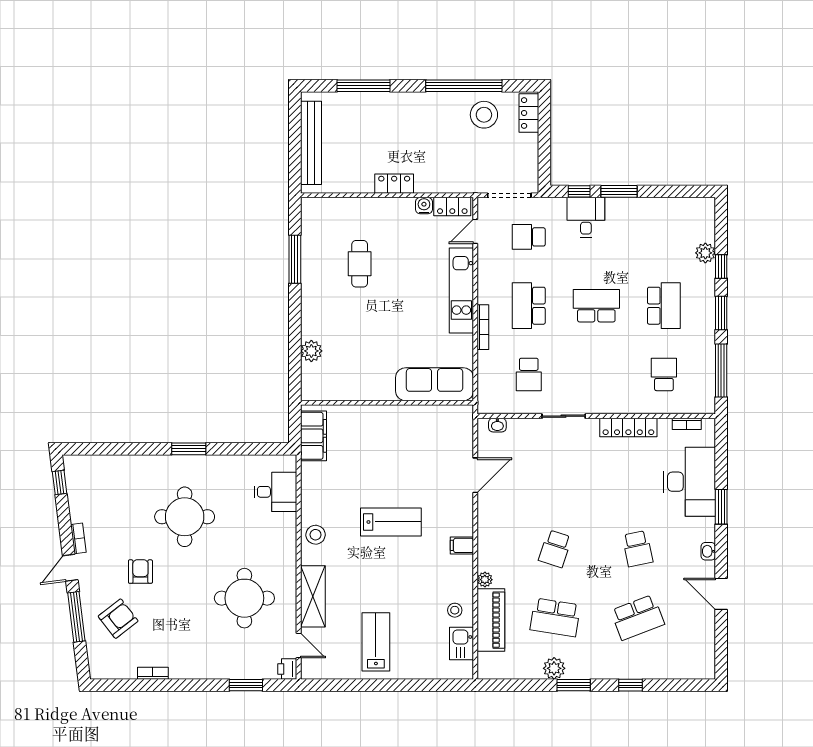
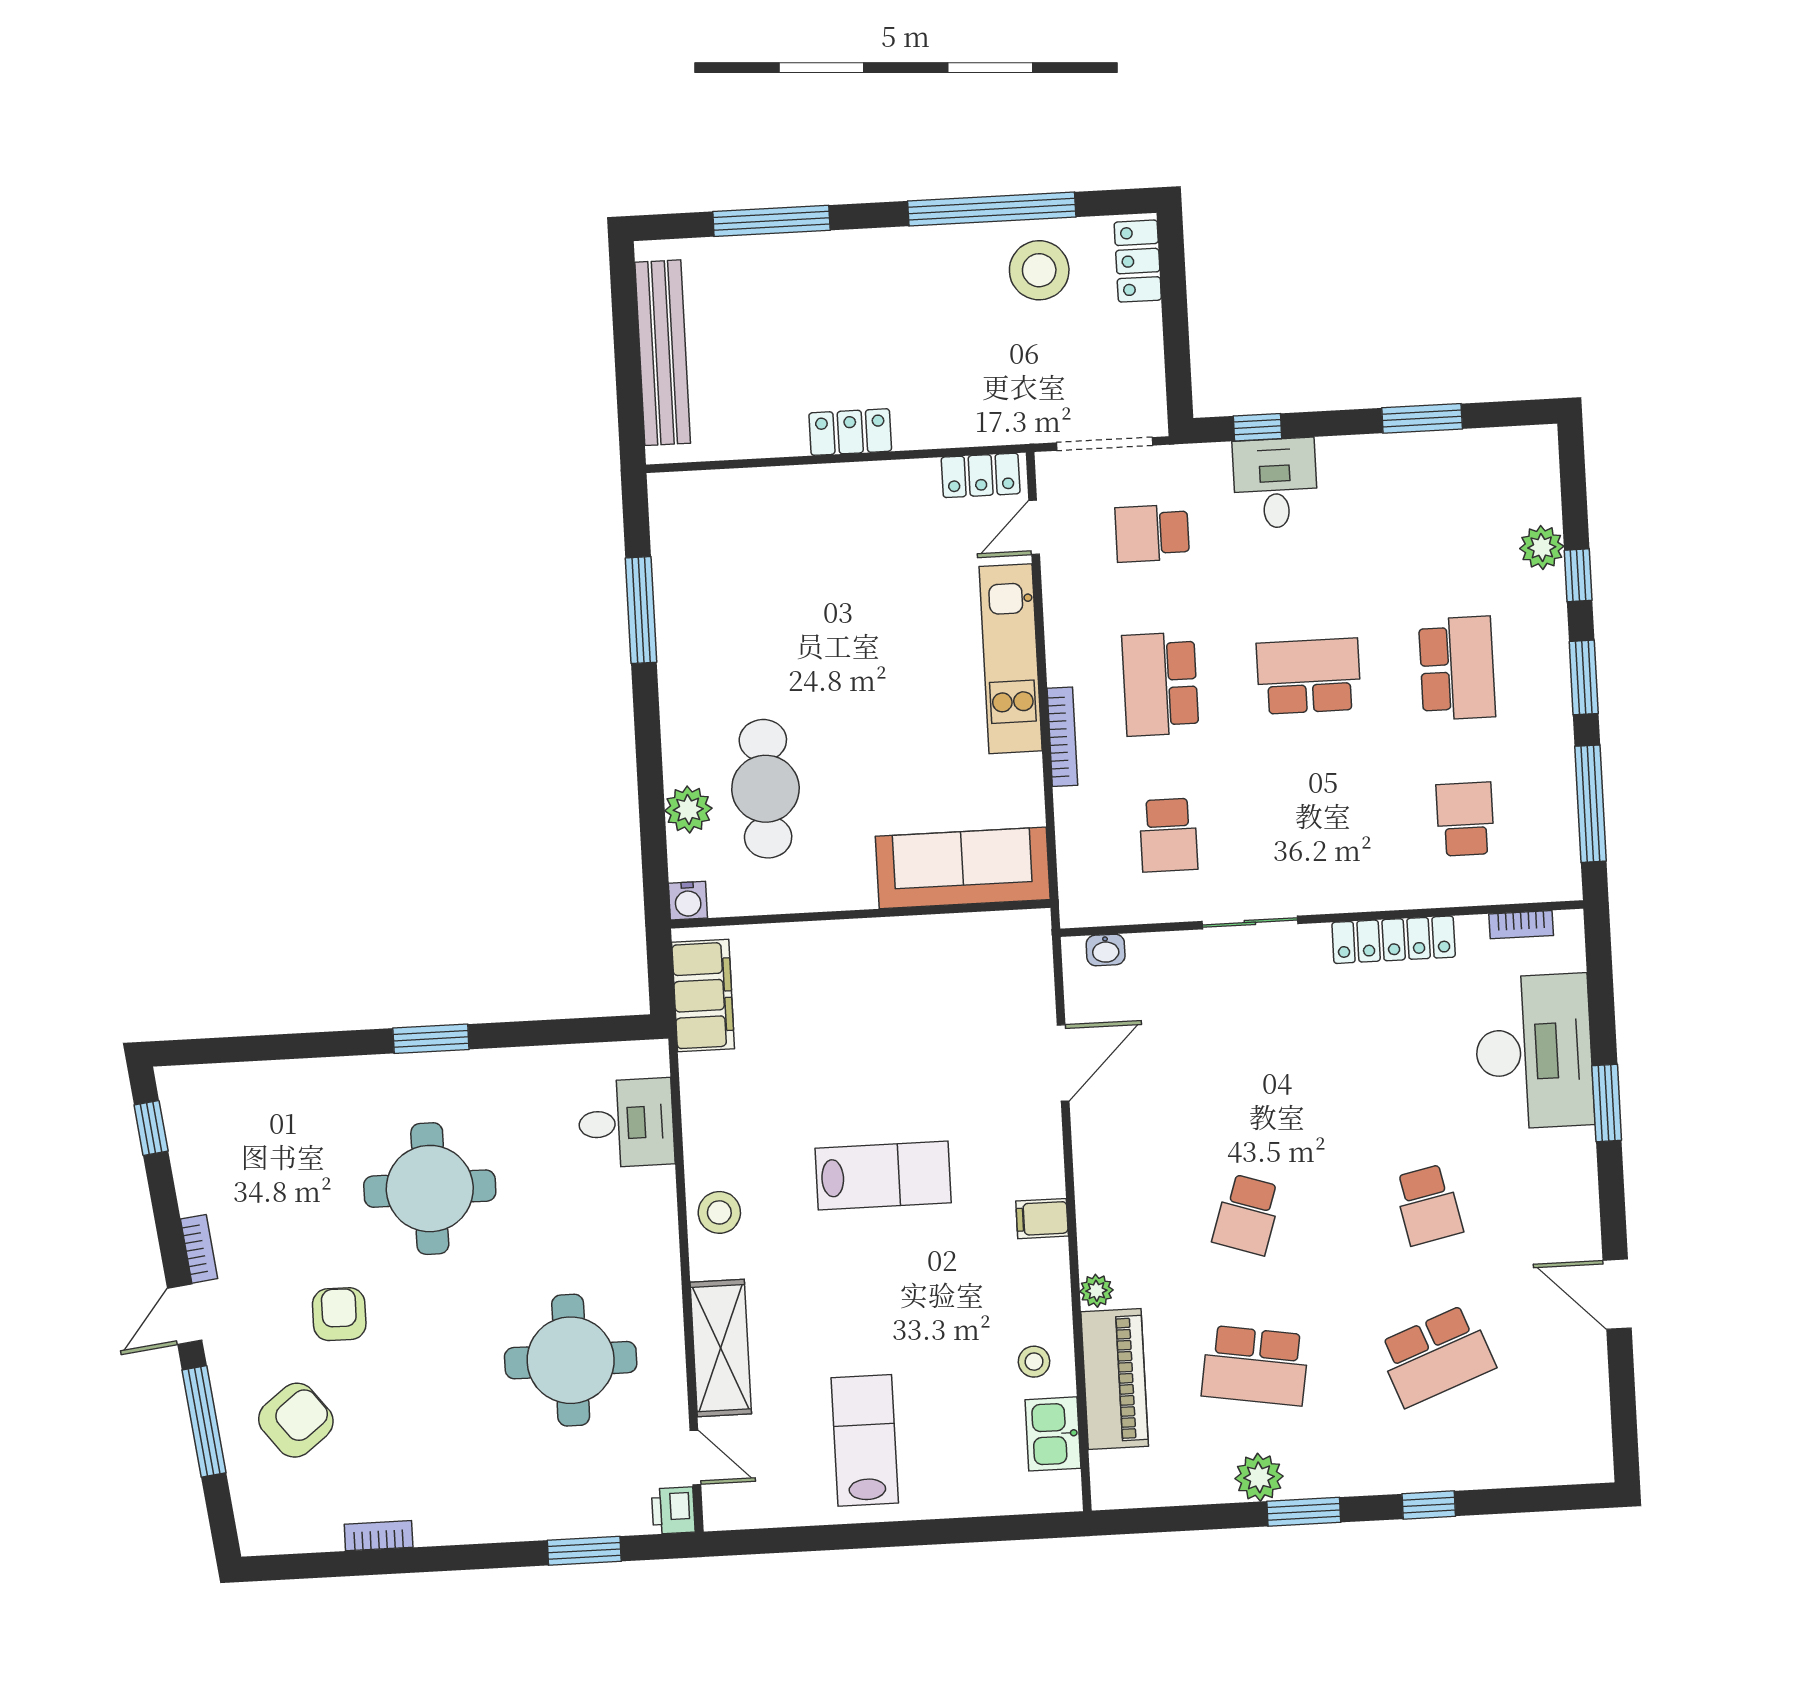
window: (619, 191) -> (1422, 418), moved
water cooler: (424, 206) -> (688, 901), moved, turned 180
cafe table: (360, 264) -> (765, 789), moved, width x1.37, depth x1.35
washbasin: (708, 551) -> (1584, 1202), removed

